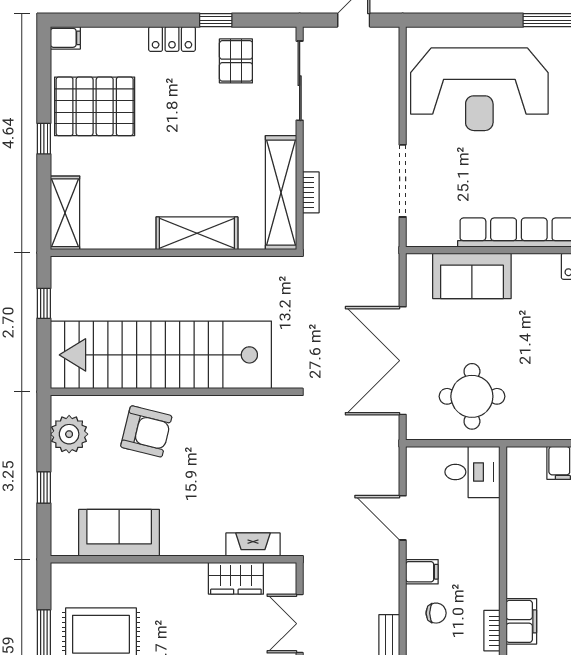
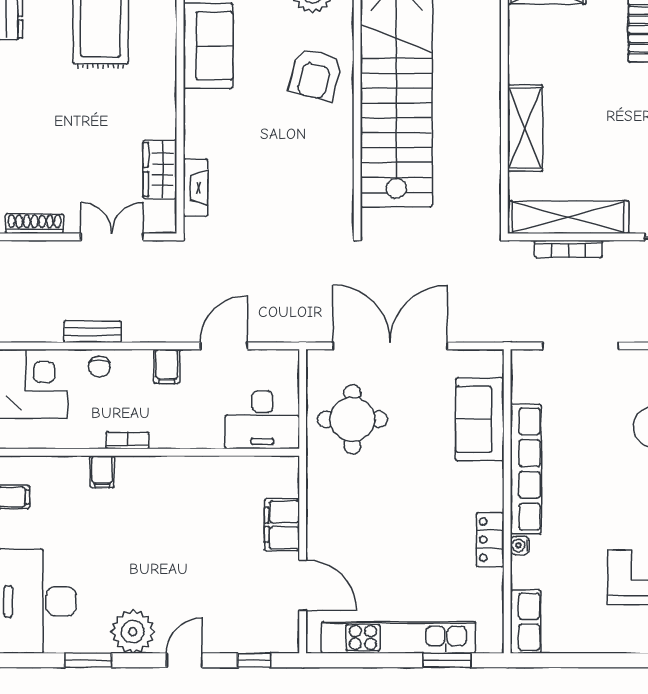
bookcase: (311, 192) -> (568, 249), width x1.56
desk: (472, 472) -> (262, 420), width x1.37
chair: (436, 613) -> (99, 367), moved
filing cabinet: (521, 621) -> (102, 472), width x0.50
bookcase: (492, 631) -> (127, 440), moved

